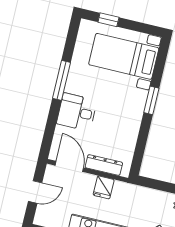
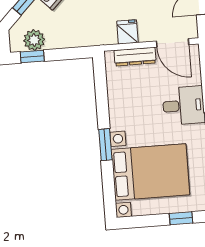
bed with nightstands: (124, 56) -> (150, 172), width x1.36

